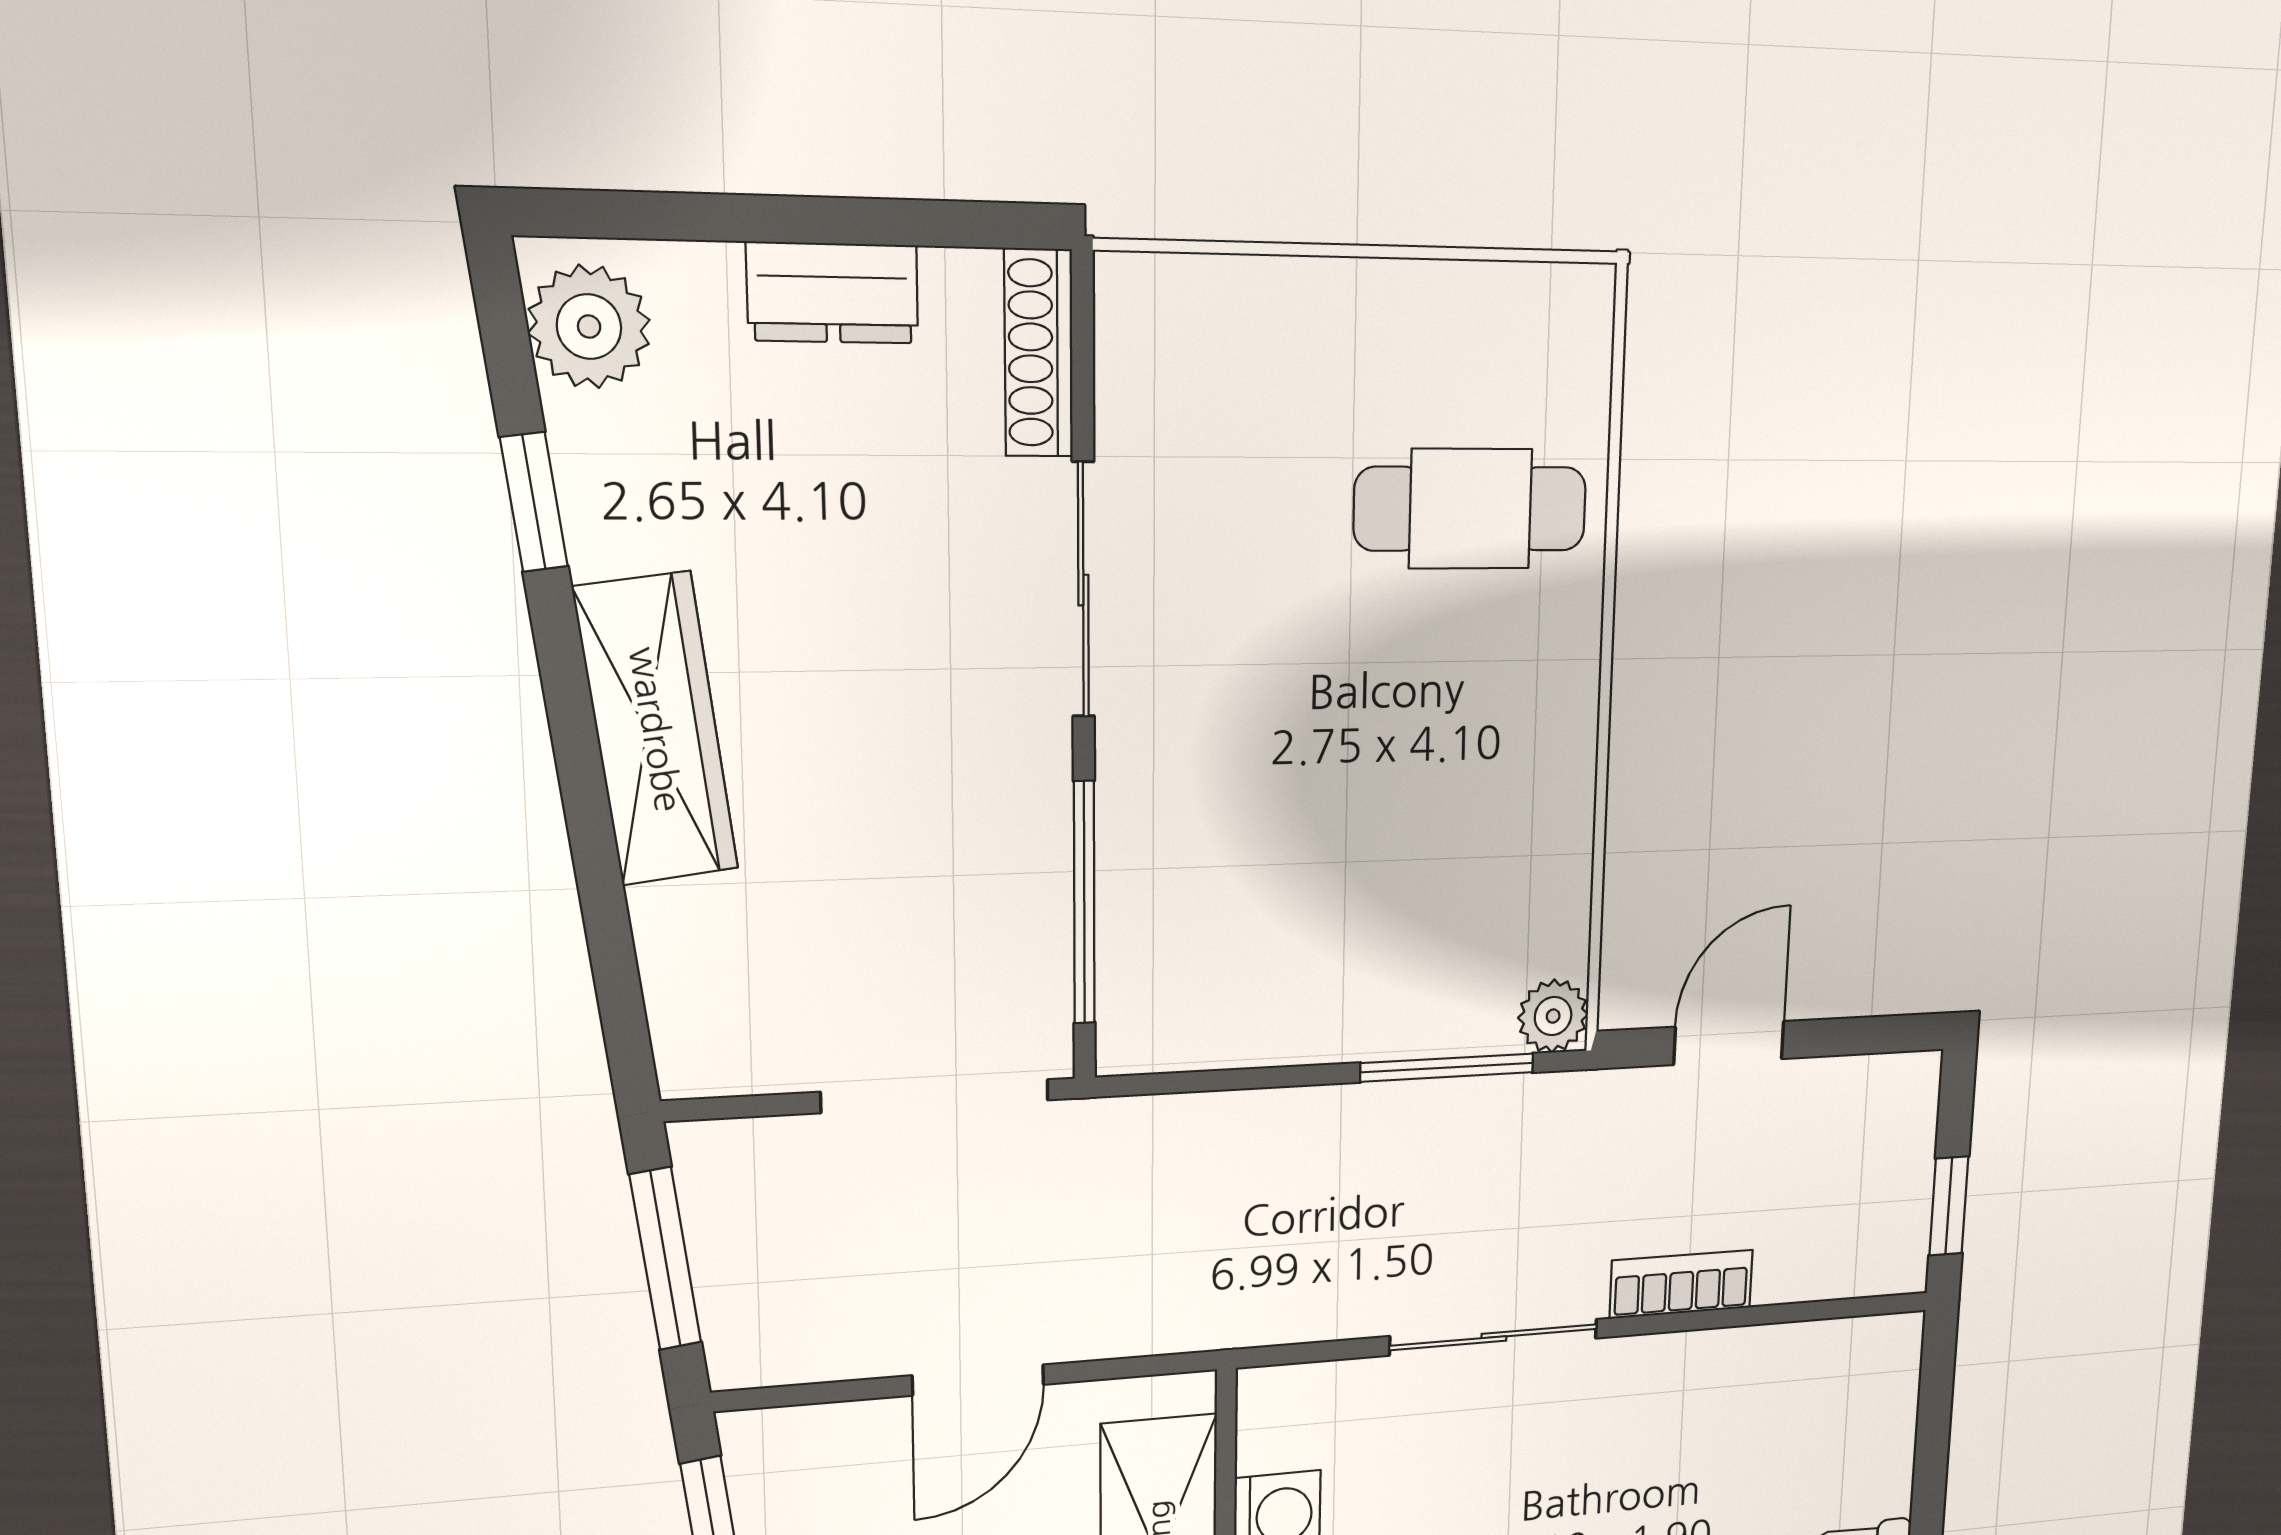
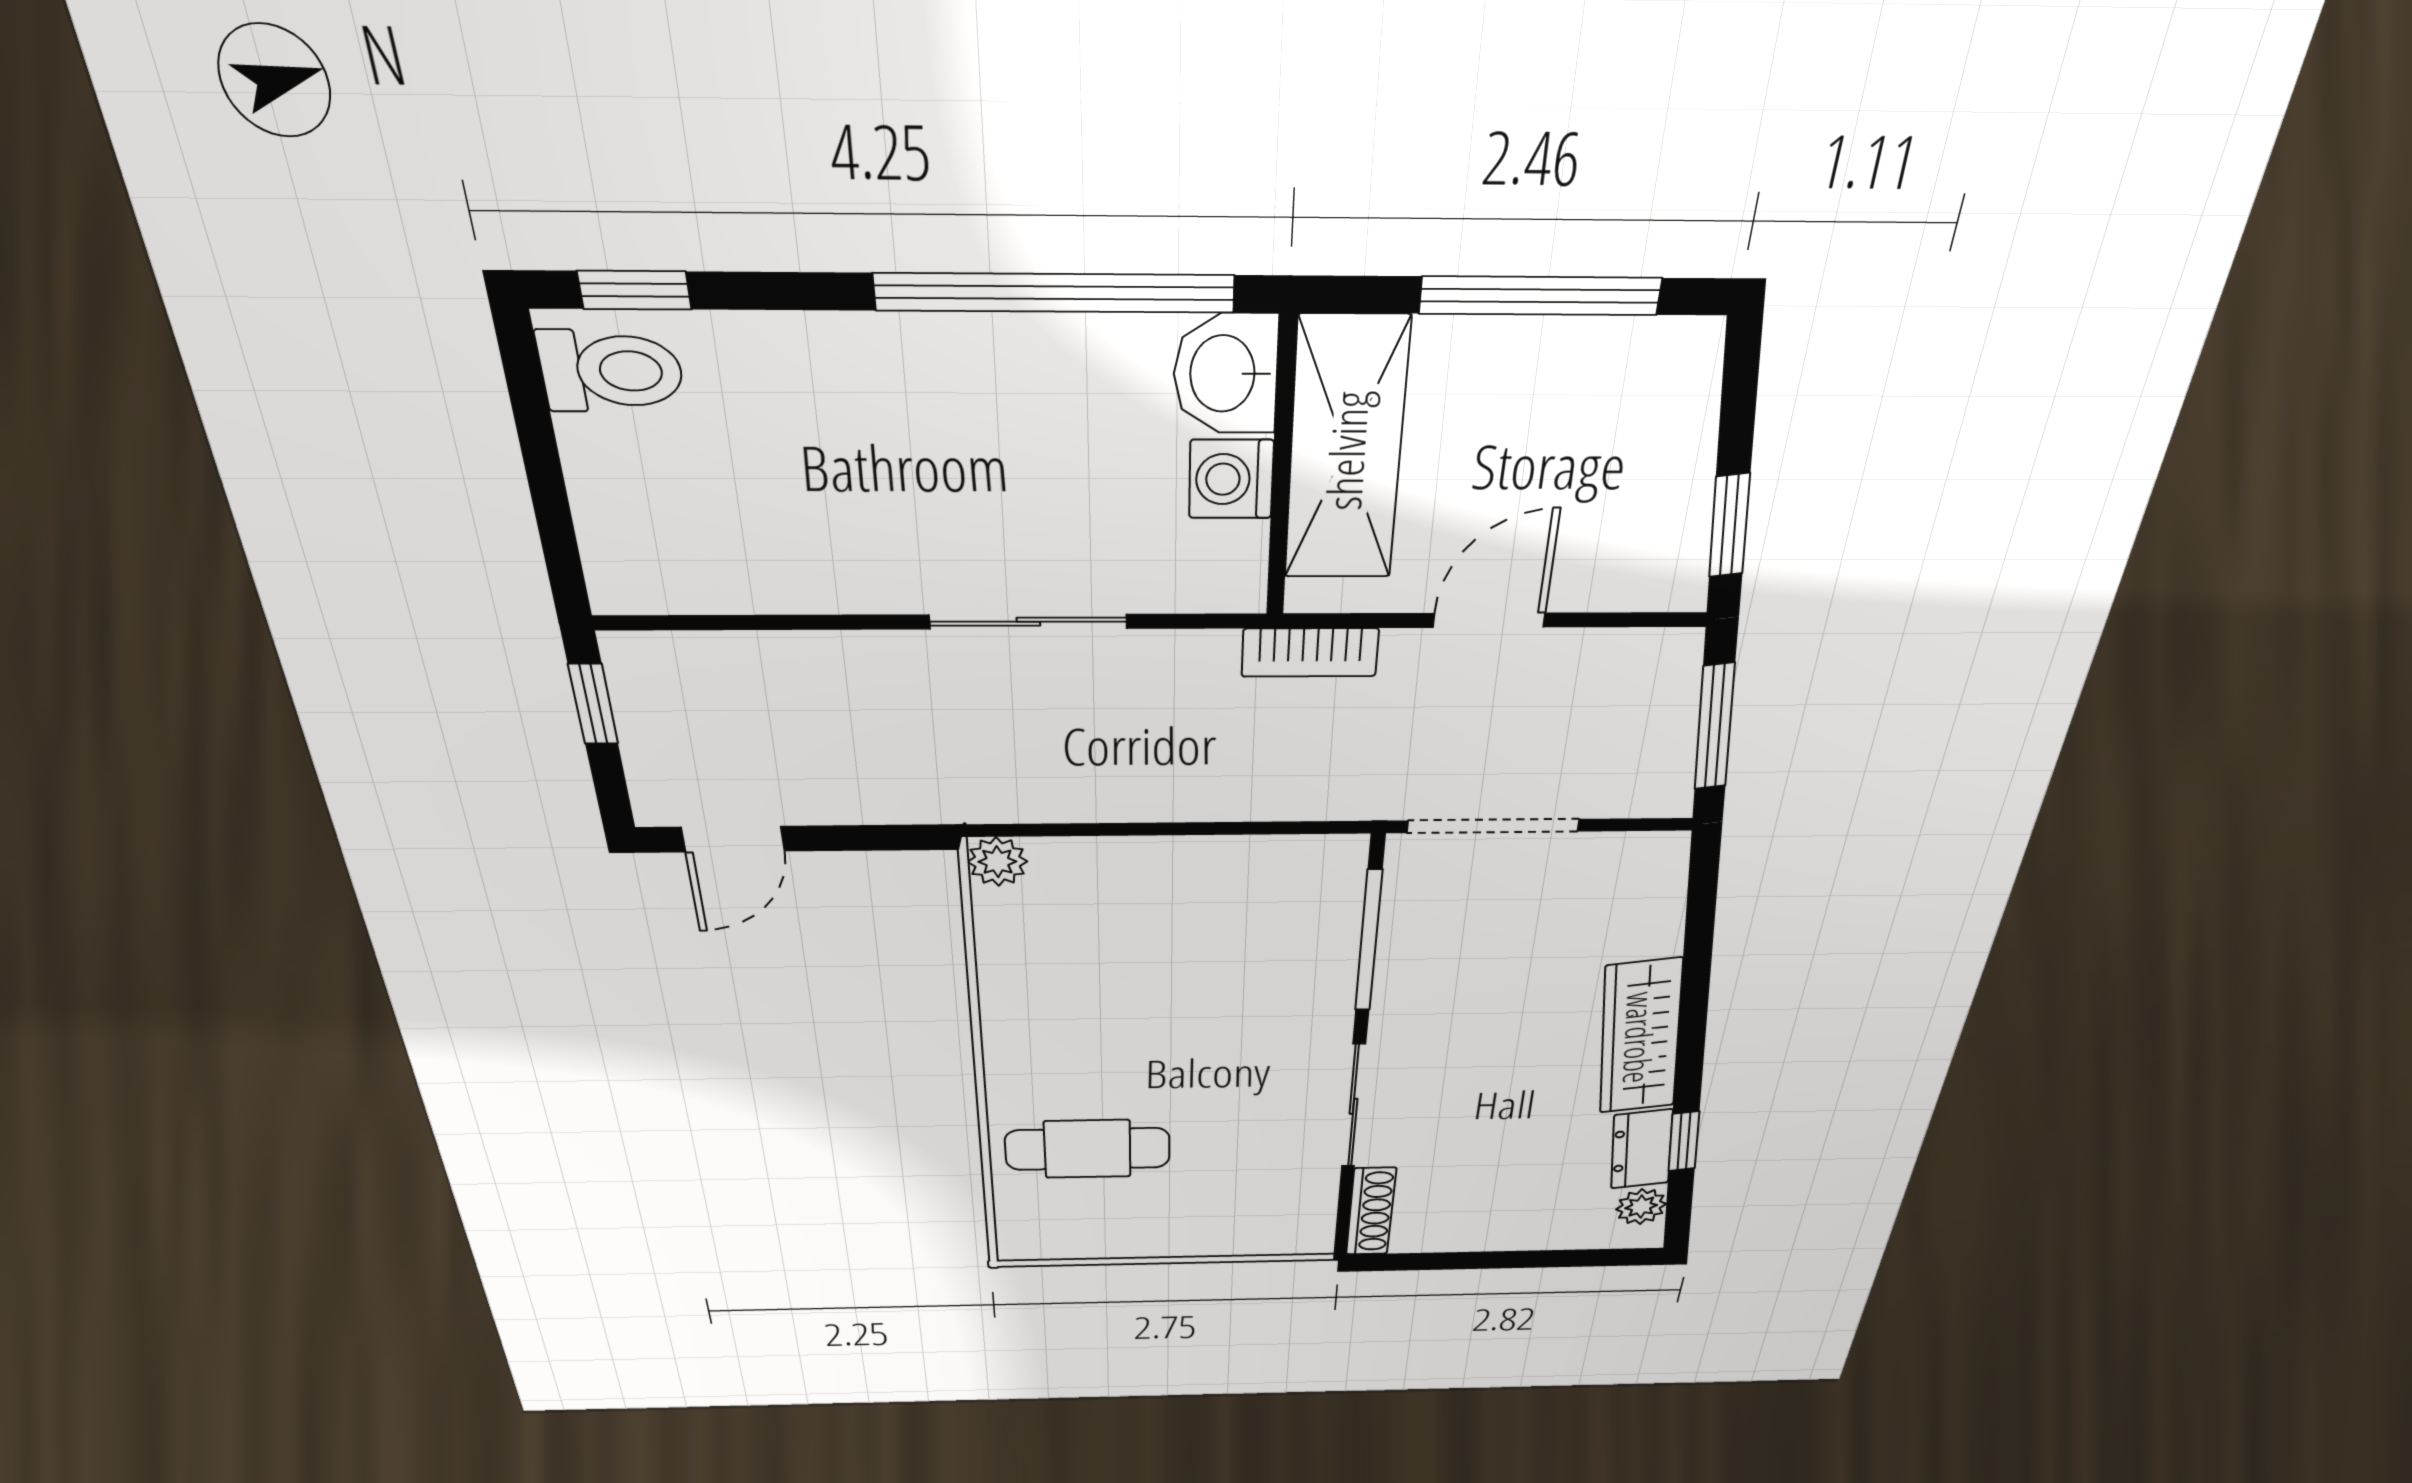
dresser: (833, 293) -> (1642, 1149), moved, turned -97
plant: (589, 327) -> (1641, 1207), width x0.73, depth x0.73
door: (1729, 1043) -> (733, 839), moved
window: (1447, 1068) -> (1085, 830), removed
bookcase: (1681, 1284) -> (1310, 653), moved

